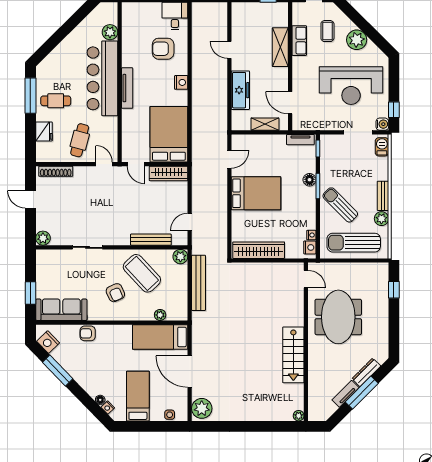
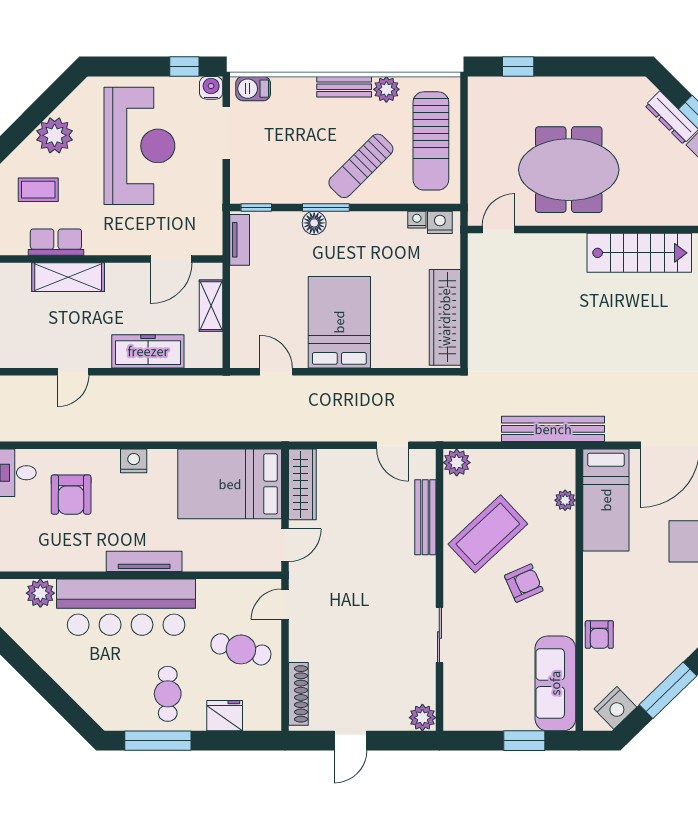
bench: (199, 283) -> (553, 429), moved

